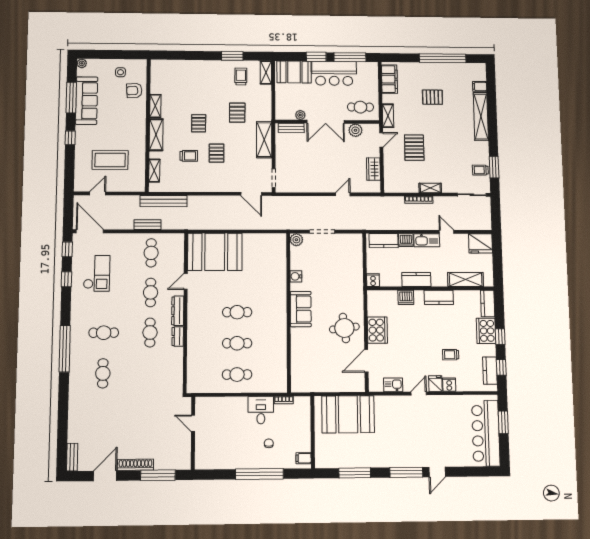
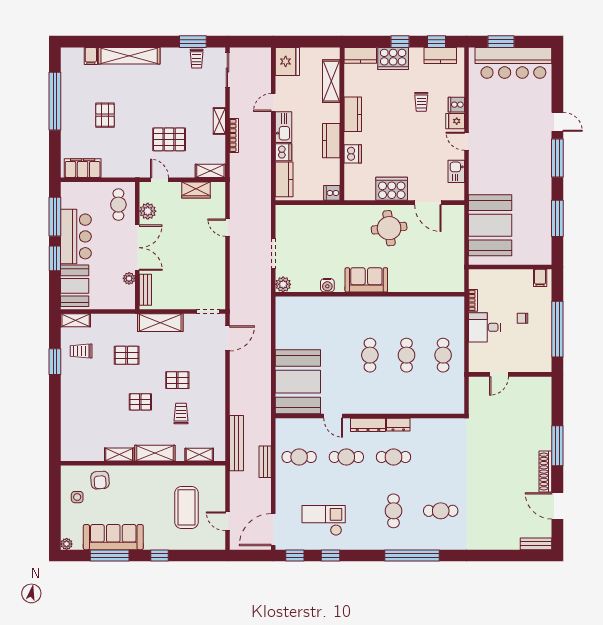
shelving: (388, 116) -> (210, 171), moved
door: (193, 423) -> (499, 374), moved
wall: (193, 433) -> (510, 374), moved

